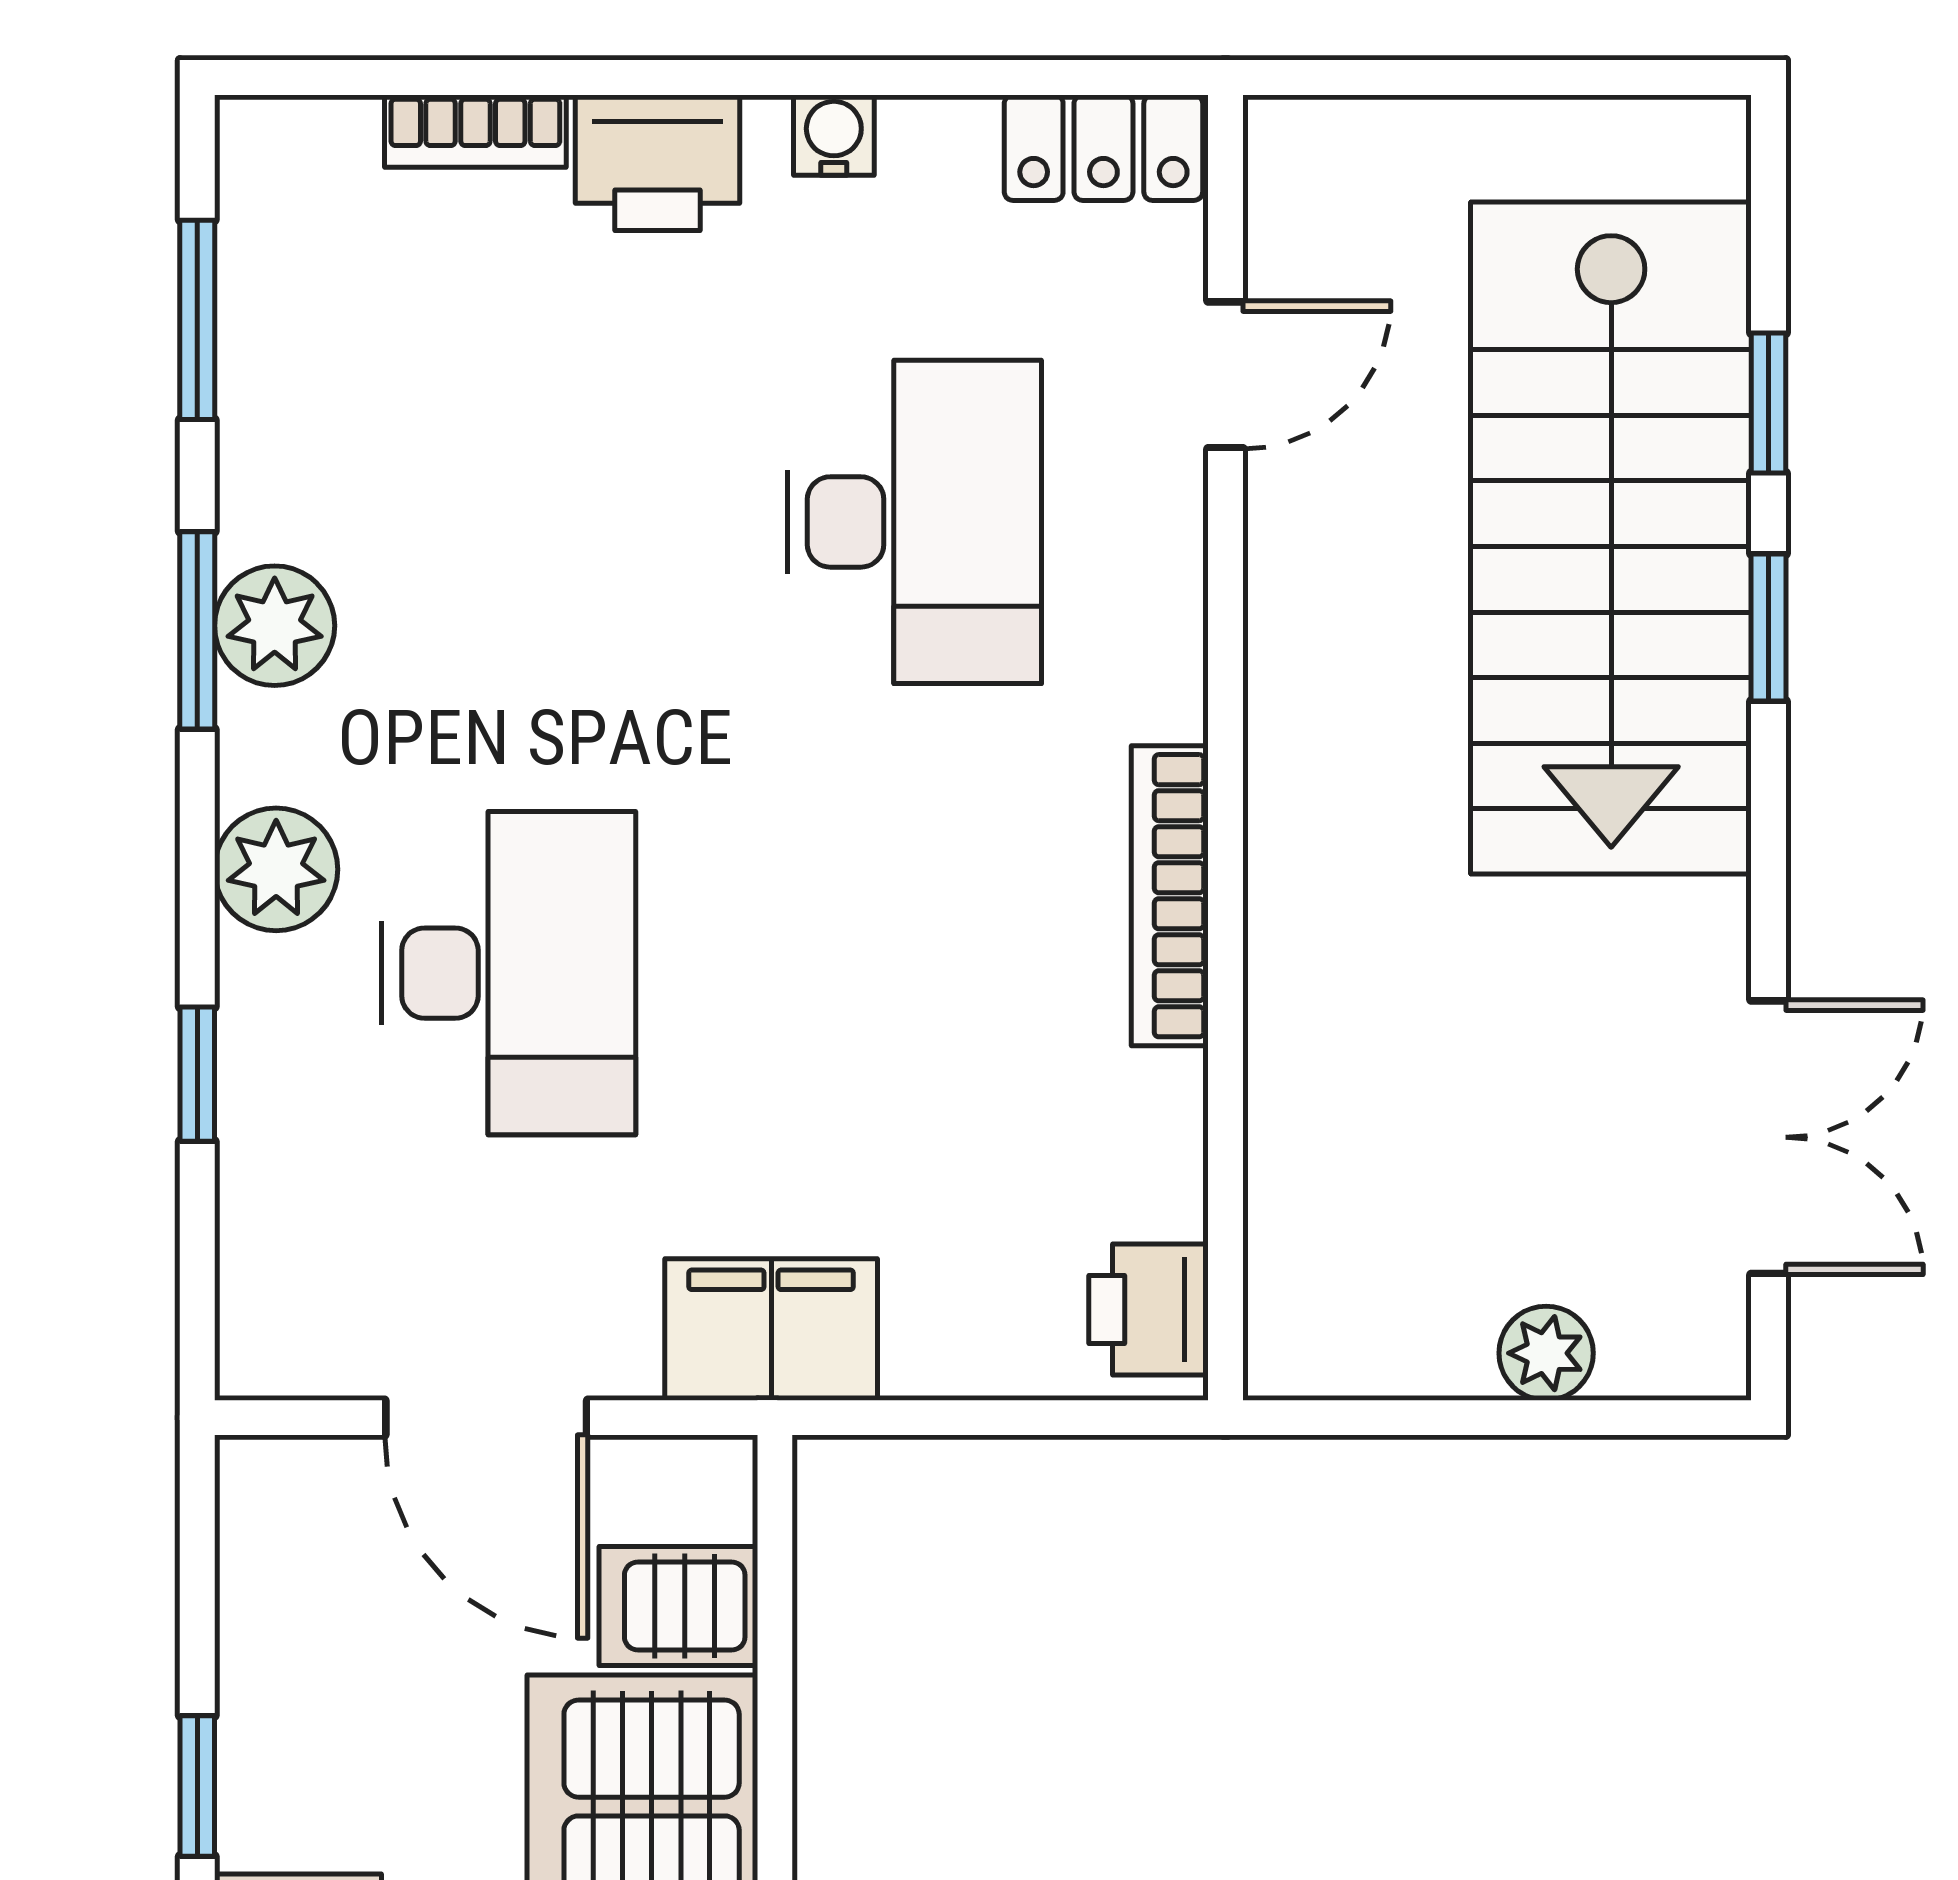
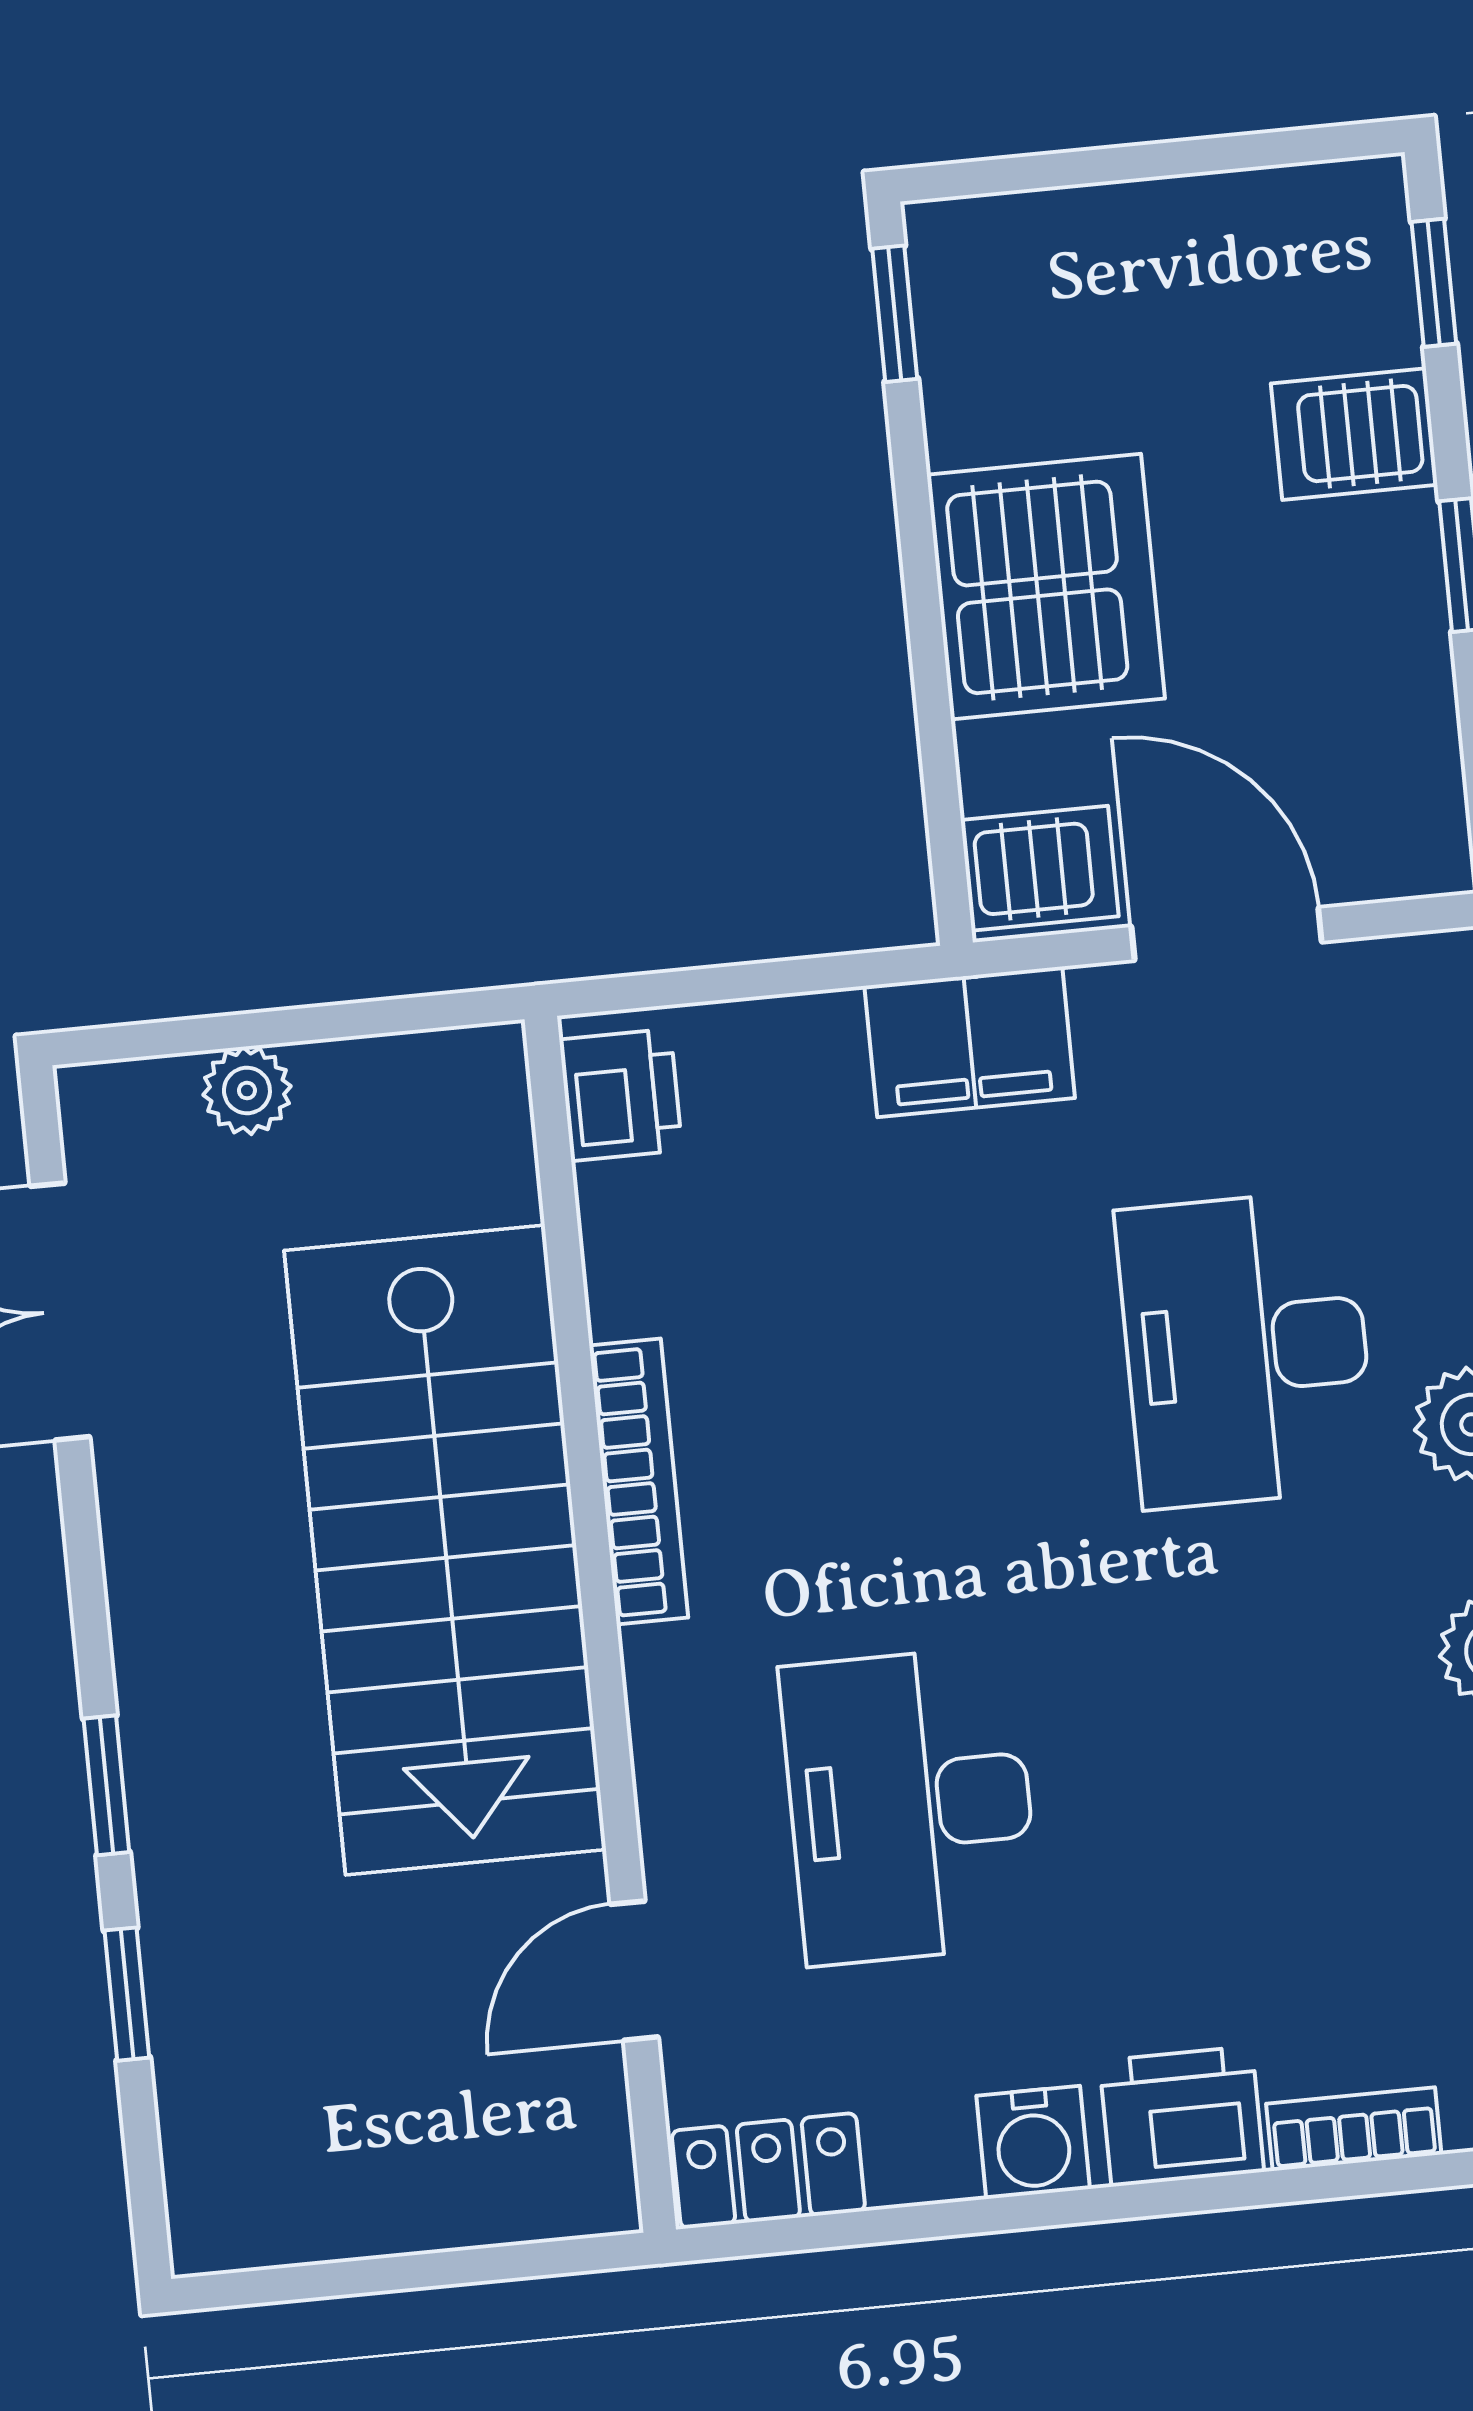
water cooler: (834, 135) -> (1033, 2142), width x1.38, depth x1.38
stairs: (1611, 538) -> (445, 1550), moved, turned 180
server rack: (678, 1606) -> (1040, 868), moved

